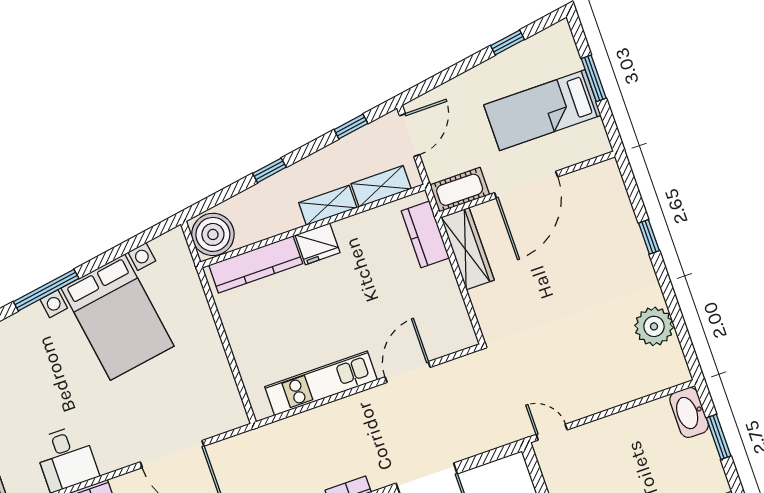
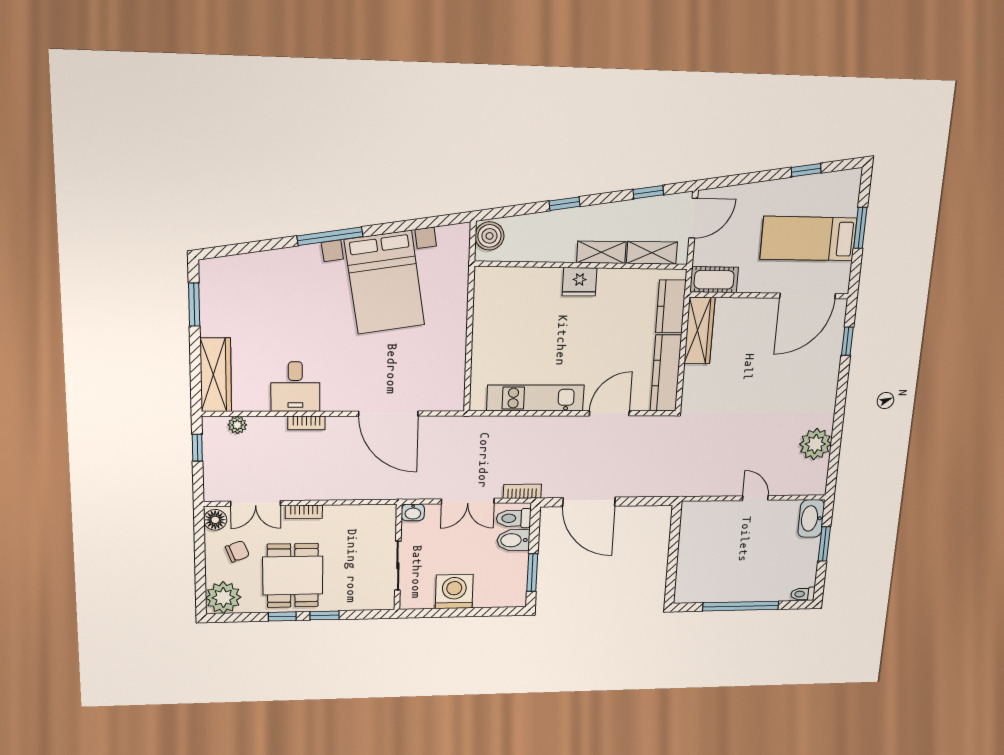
door: (526, 185) -> (807, 296), moved
boiler: (213, 234) -> (489, 236), width x0.73, depth x0.73
window: (649, 237) -> (847, 341), moved
kitchen counter: (256, 264) -> (666, 373), moved, turned 90
door: (552, 432) -> (755, 498), moved

